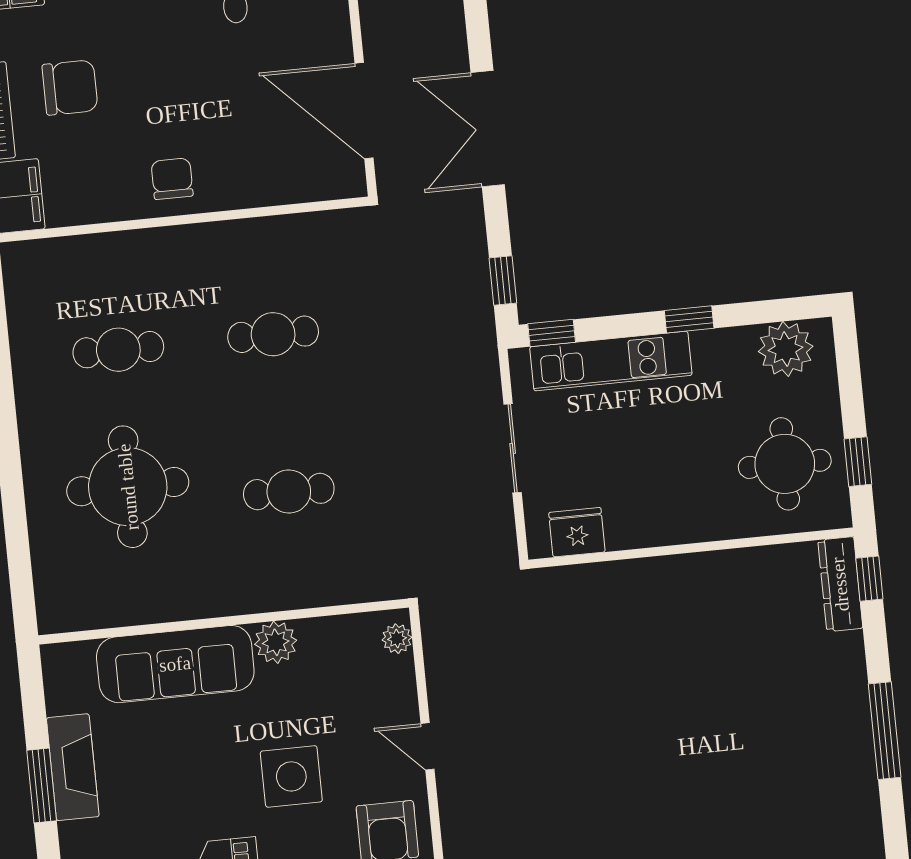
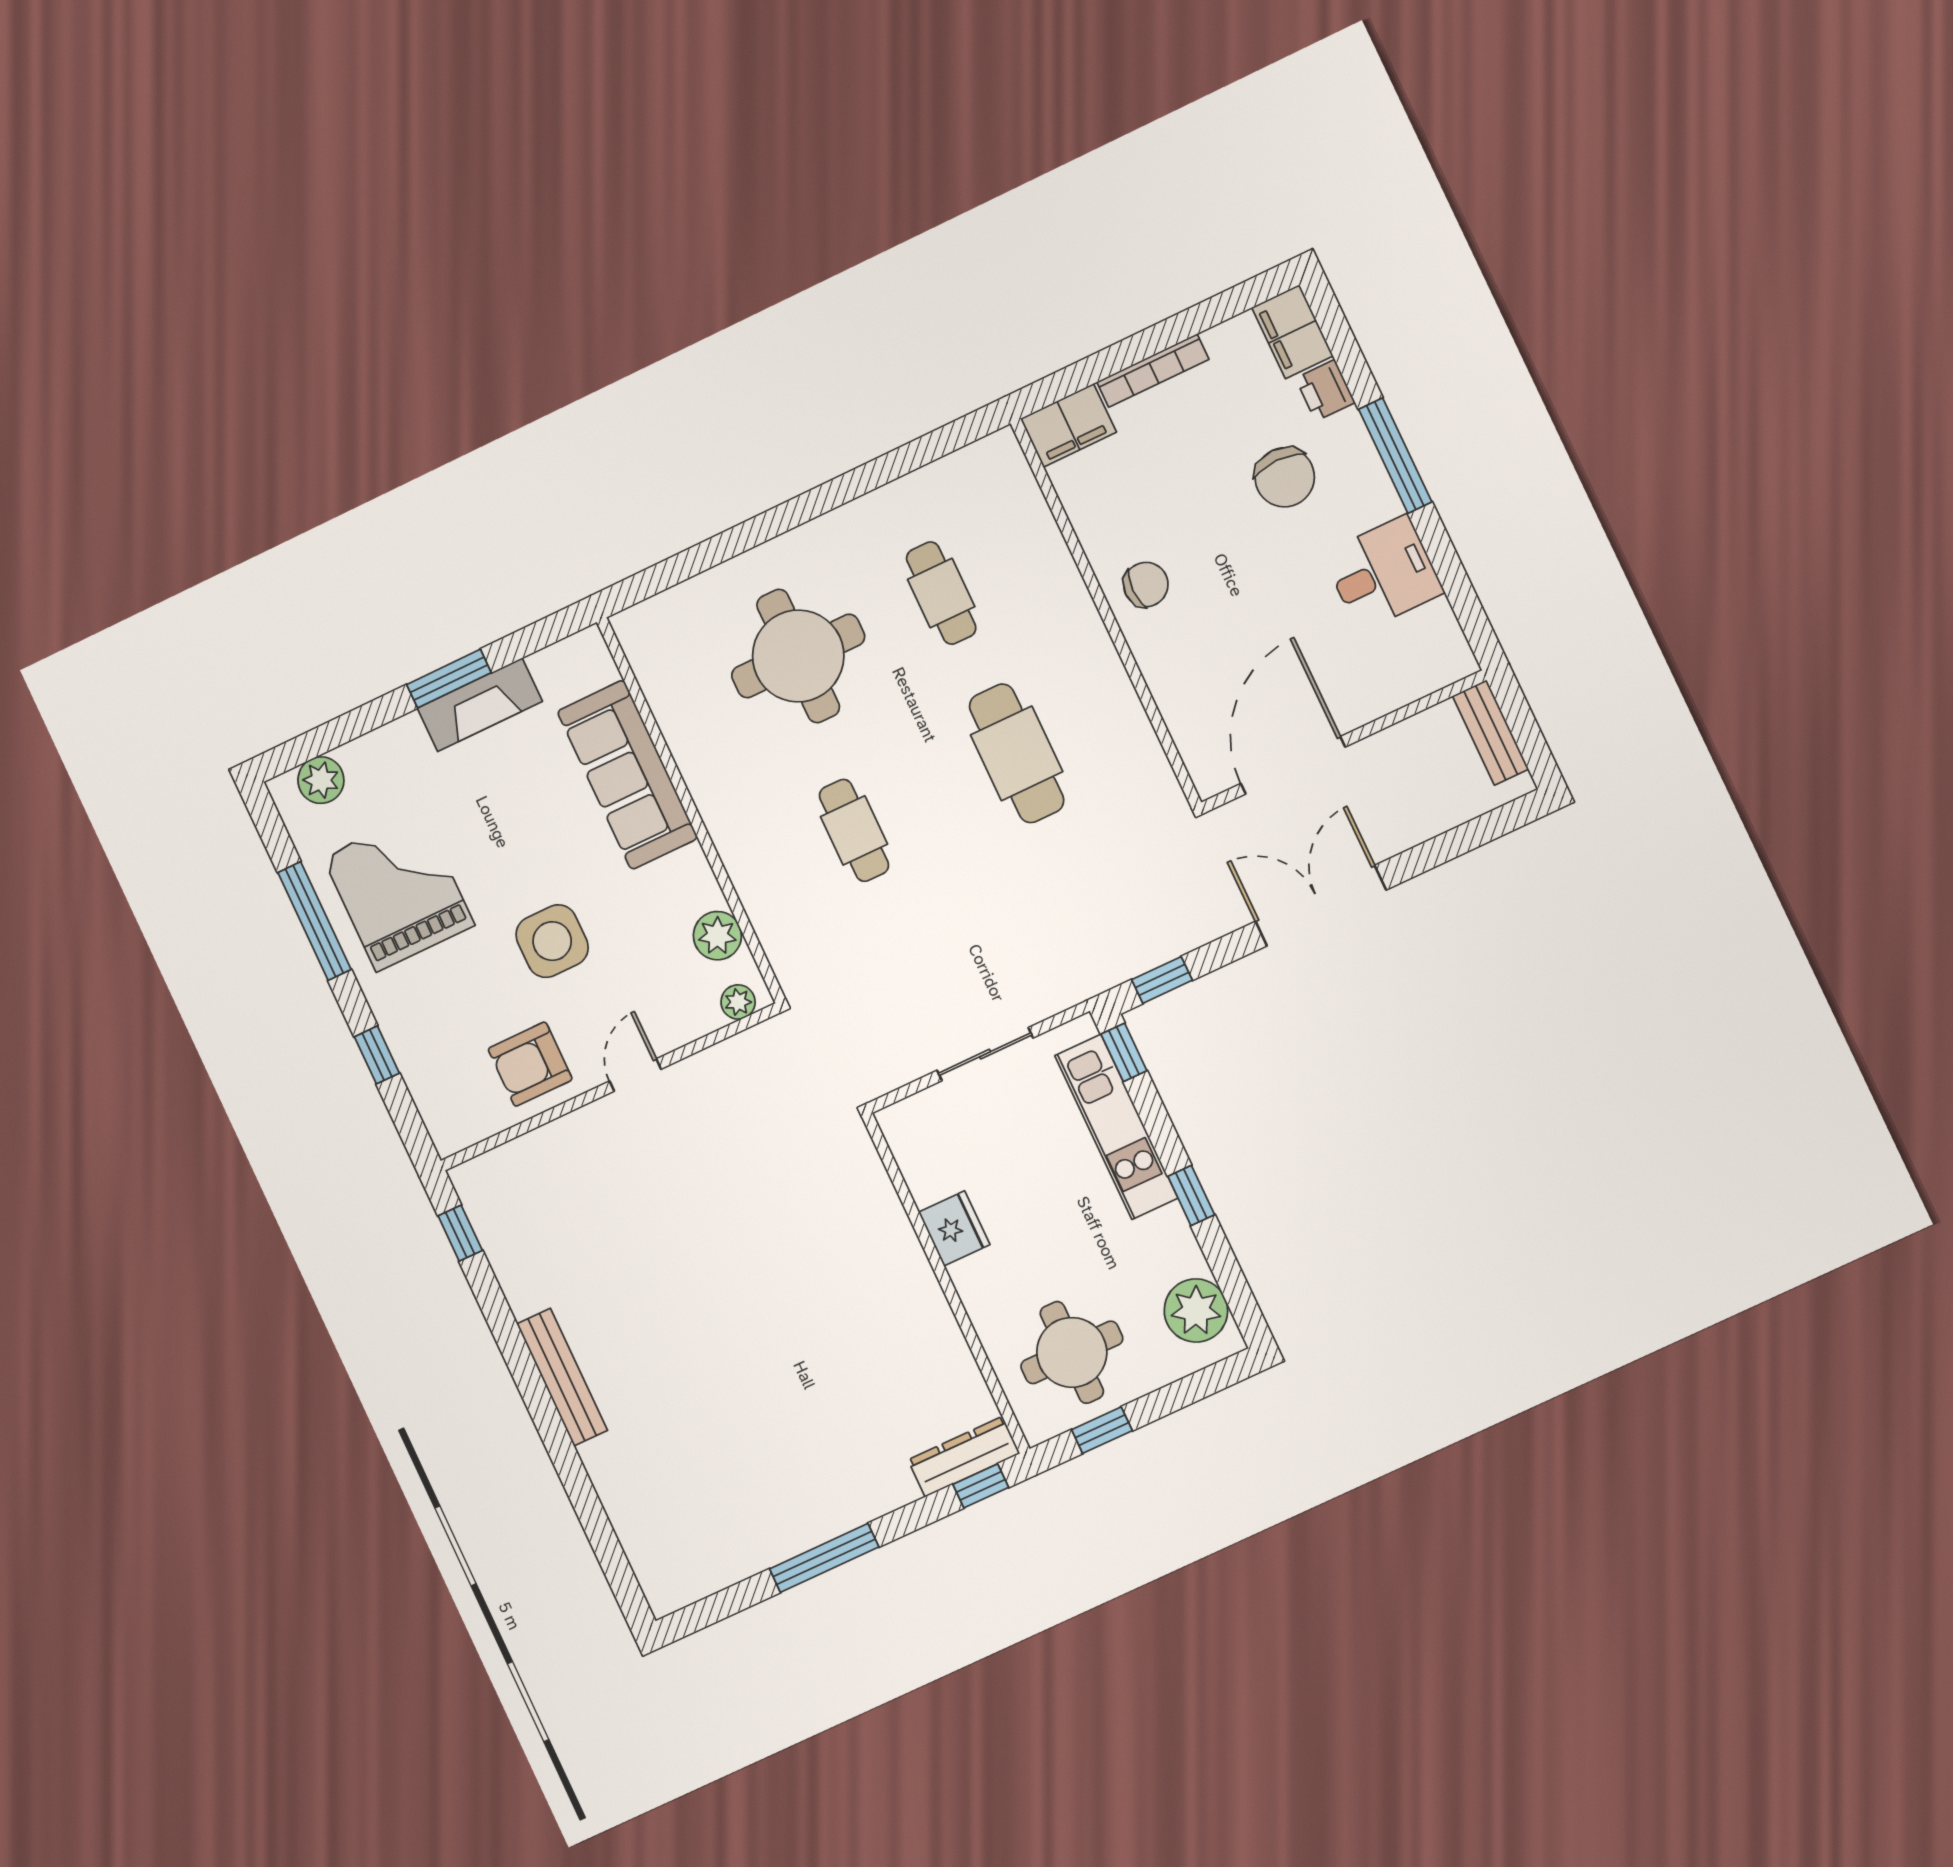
chair: (70, 88) -> (1285, 477), moved
cafe table: (273, 334) -> (1017, 753), width x1.37, depth x1.35
fridge: (577, 532) -> (954, 1228), moved
plant: (276, 642) -> (717, 936), moved

